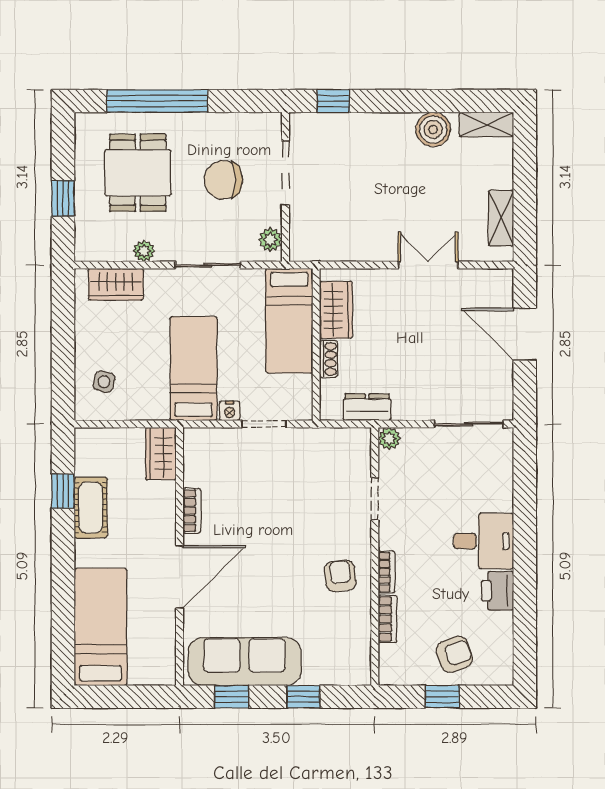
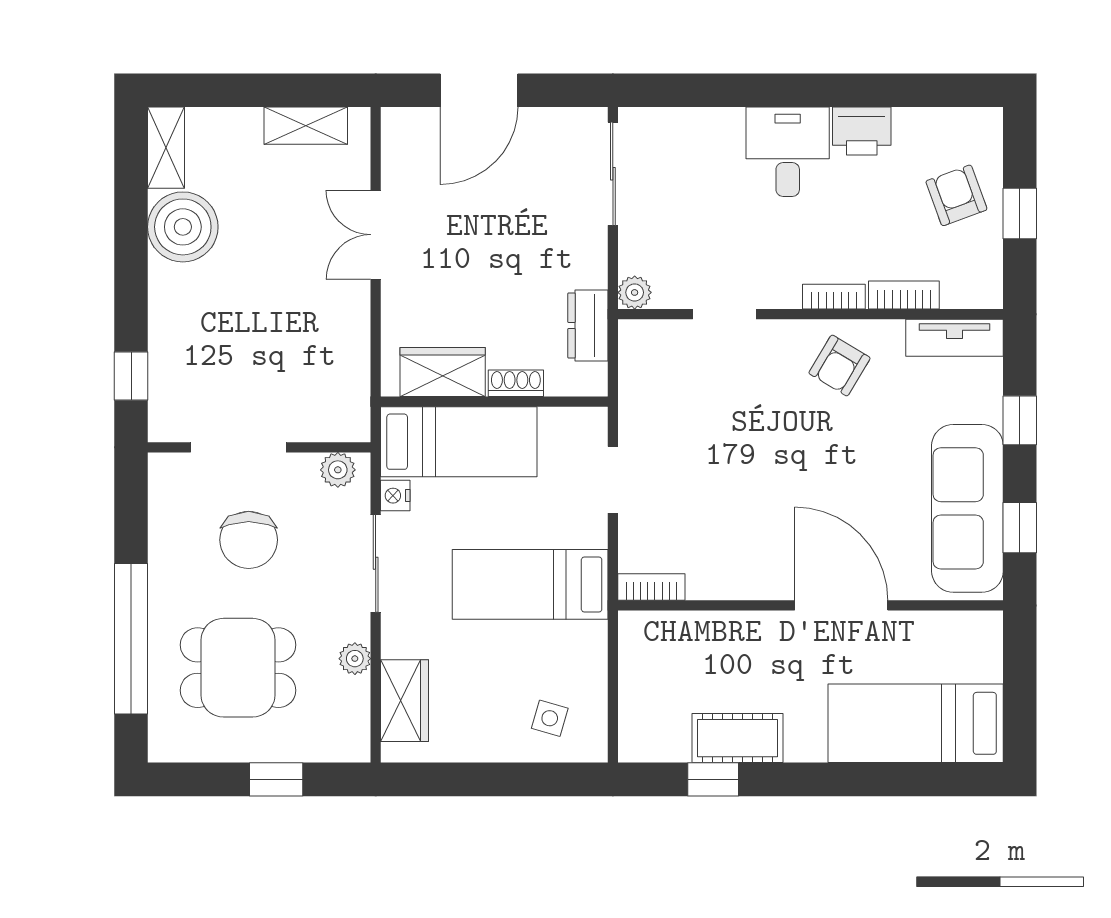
boiler: (433, 129) -> (183, 227), width x1.37, depth x1.37
nightstand: (230, 411) -> (395, 496), moved, turned 180
wardrobe: (161, 454) -> (657, 633), removed
bookcase: (192, 511) -> (651, 587), moved
armchair: (340, 576) -> (839, 366), turned -52
tv unit: (359, 653) -> (954, 338), added

